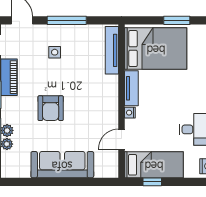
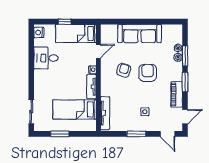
window: (67, 20) -> (136, 134), width x0.69
bed: (156, 49) -> (75, 109), width x0.67
armchair: (85, 112) -> (124, 70), added
window: (152, 182) -> (65, 22), moved

